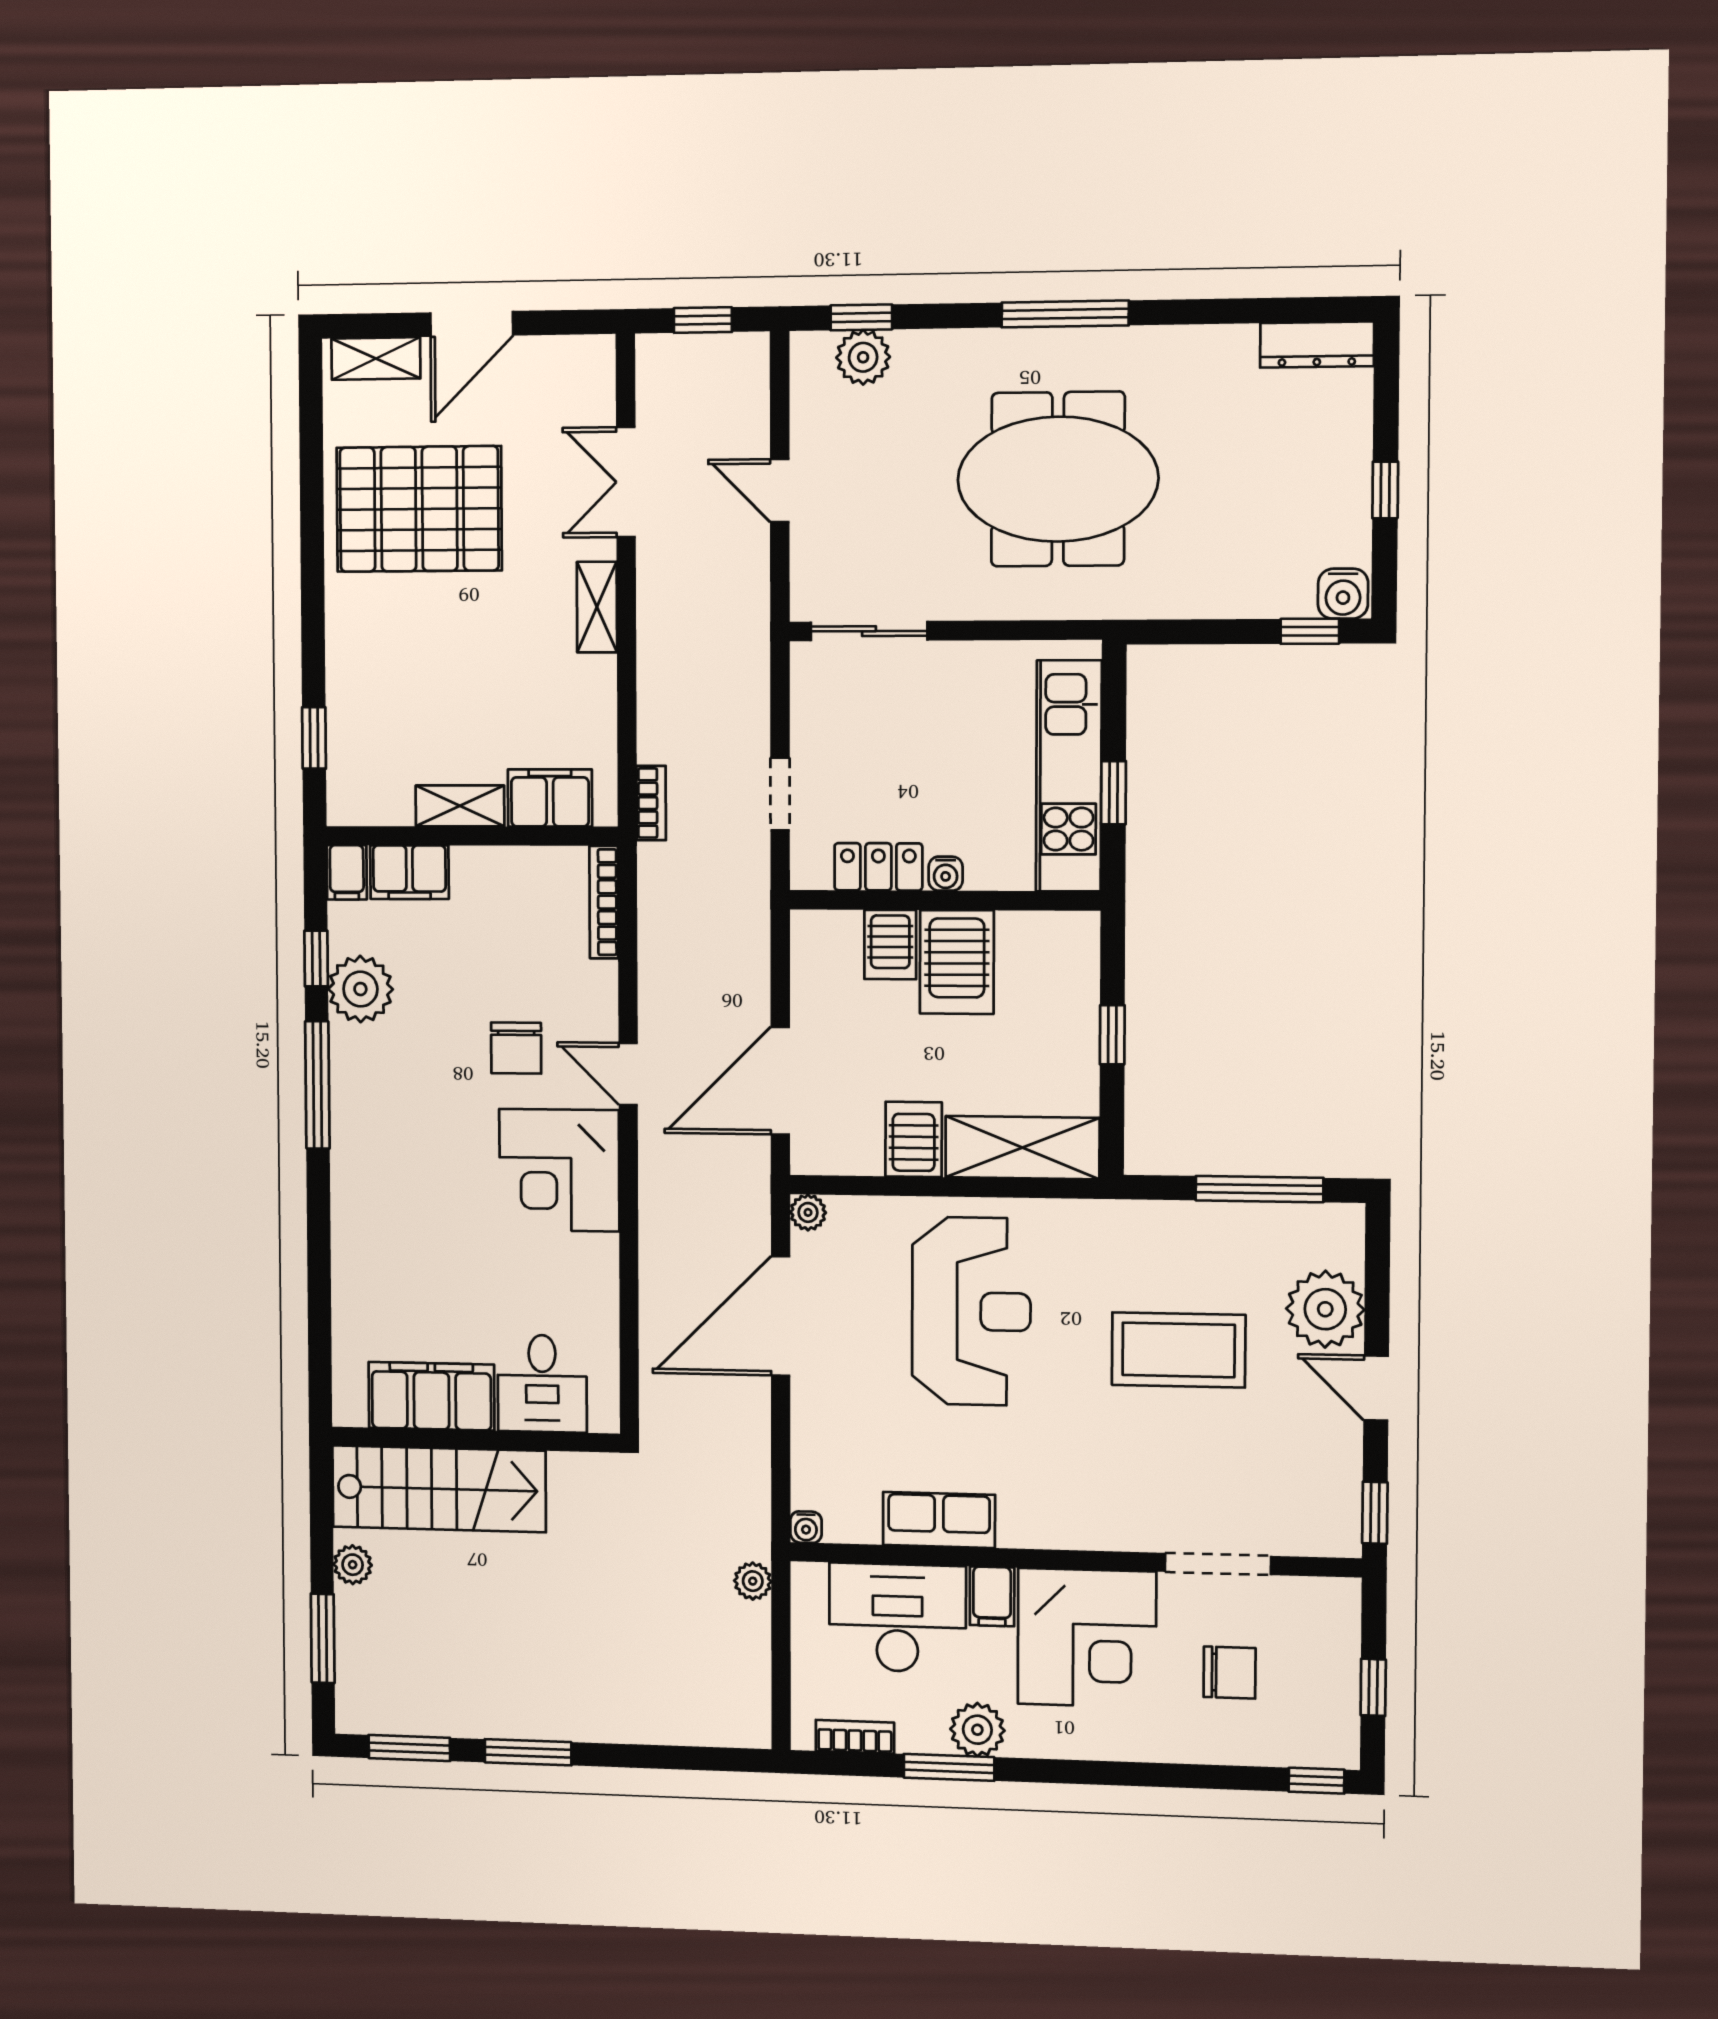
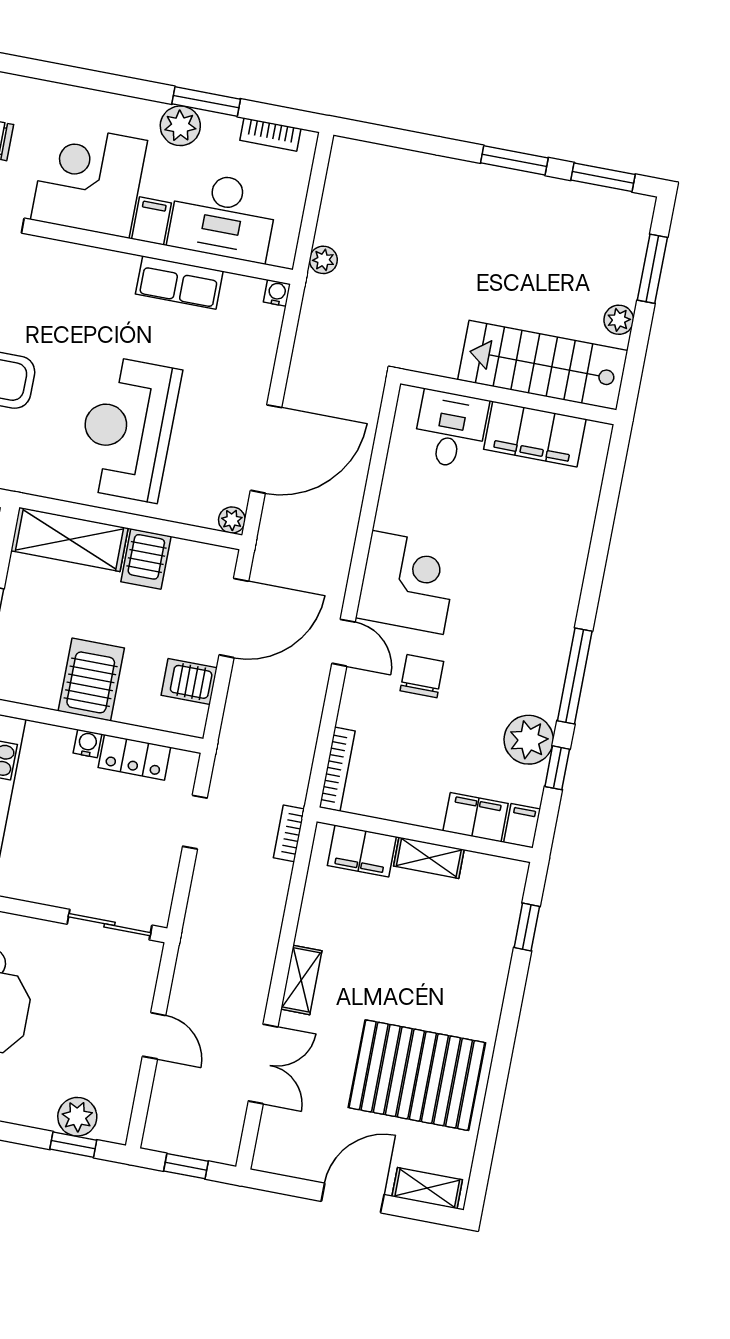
server rack: (890, 945) -> (189, 681), moved, turned -90

